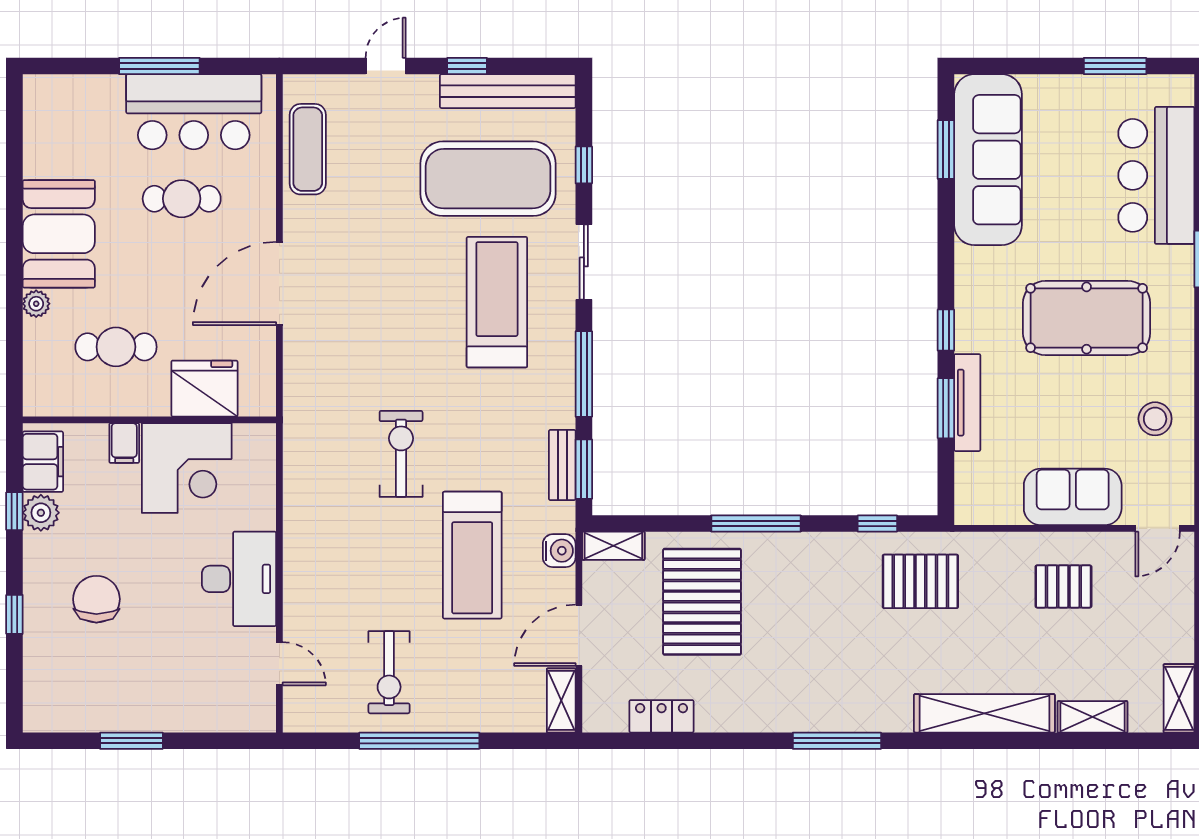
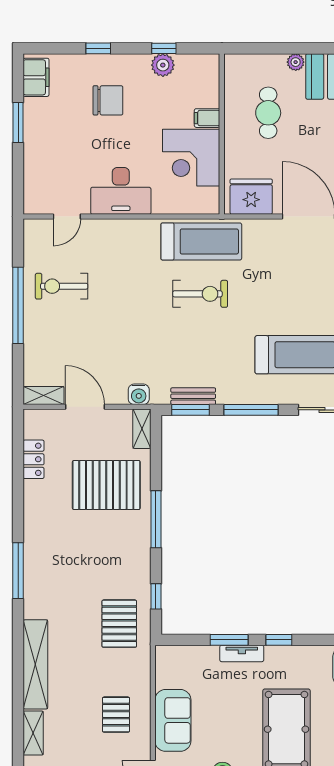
fridge: (204, 389) -> (251, 197), moved, turned -90
tv unit: (967, 403) -> (242, 653), width x0.71
filing cabinet: (43, 462) -> (36, 77), moved, turned -90
treadmill: (472, 555) -> (201, 241), moved, turned 180

